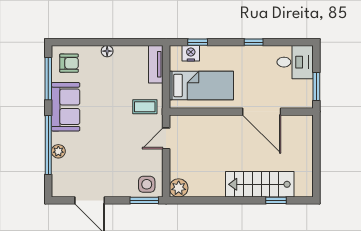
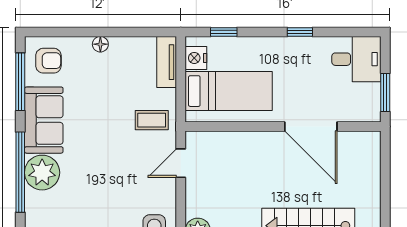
nightstand: (191, 53) -> (196, 58), moved, turned -90
plant: (58, 151) -> (42, 173), width x1.88, depth x1.88

